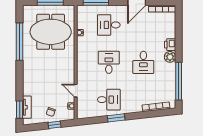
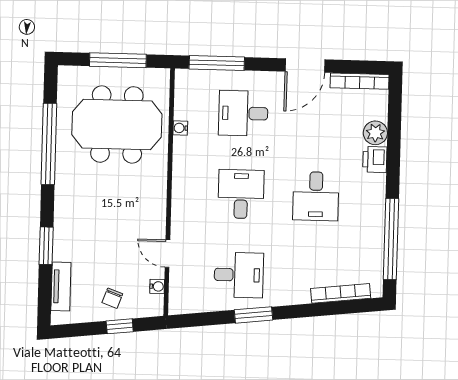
plant: (170, 57) -> (375, 133), moved
window: (20, 110) -> (46, 246), moved

